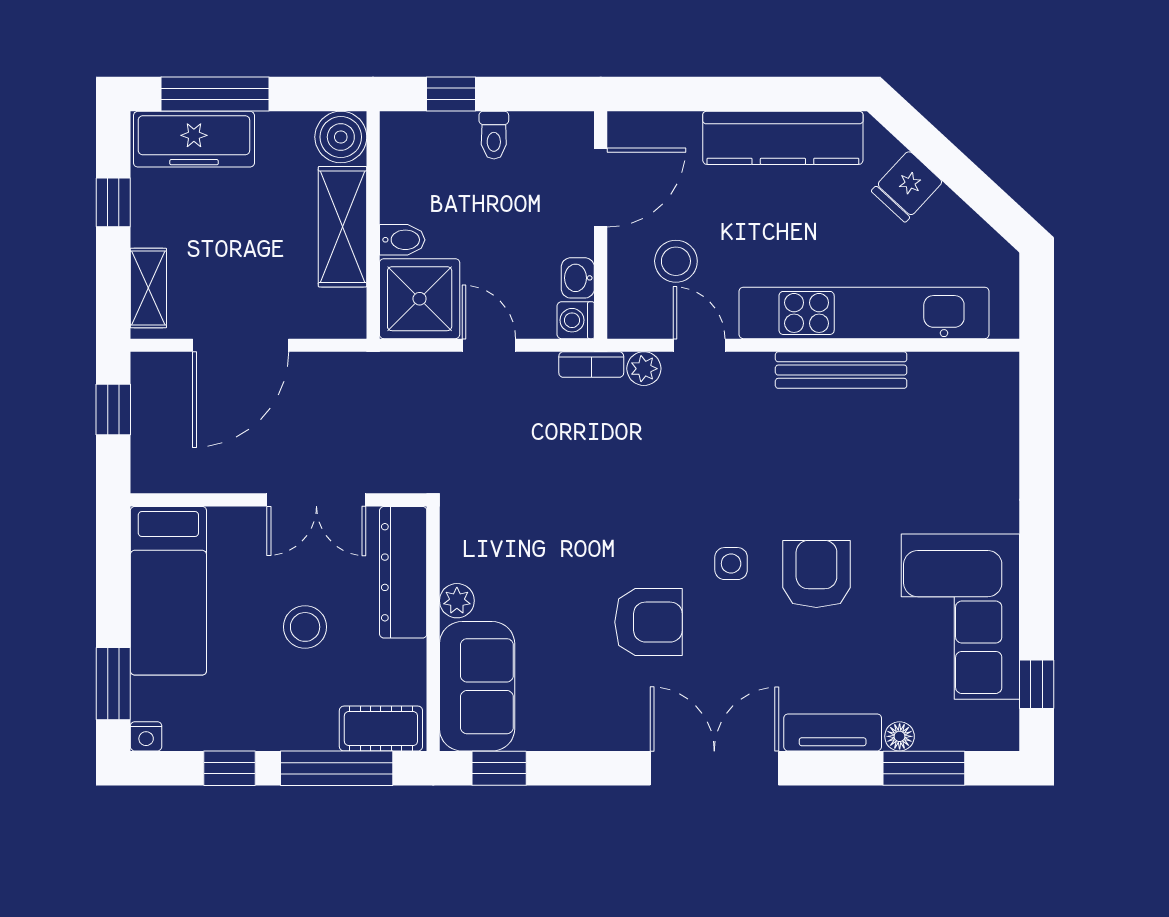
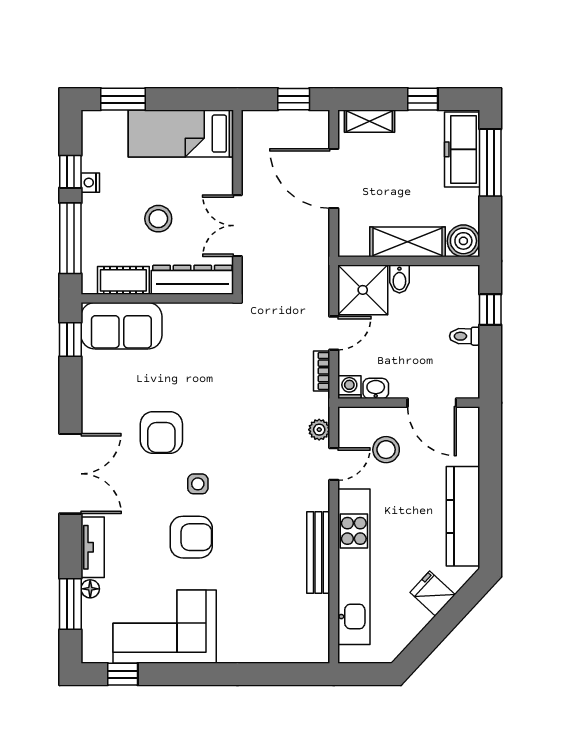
bookcase: (591, 365) -> (322, 371), moved
plant: (457, 601) -> (175, 313), removed
cot: (381, 729) -> (123, 280), moved, turned 90
nightstand: (146, 736) -> (90, 183), moved

